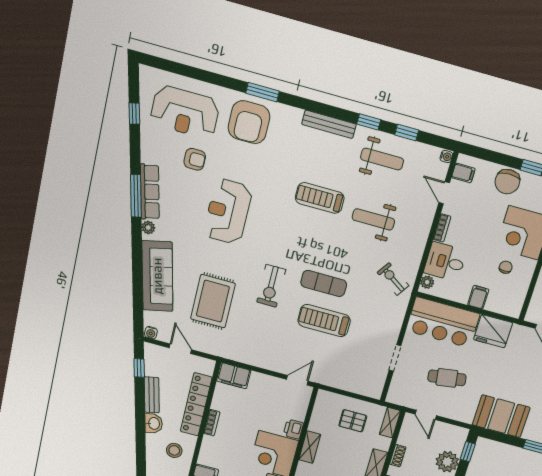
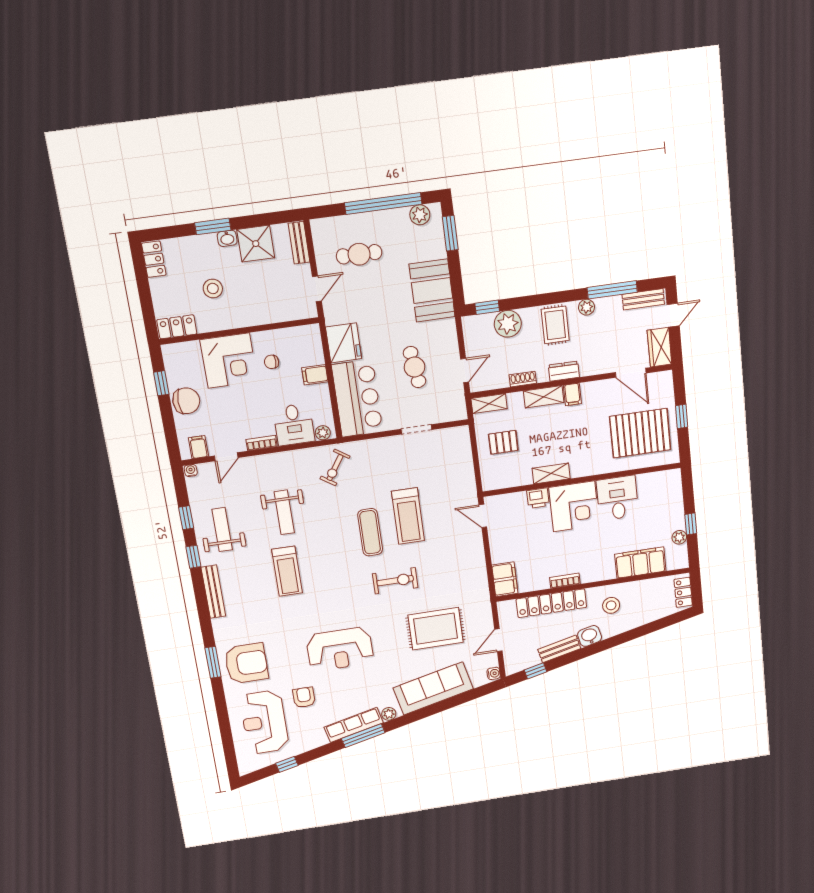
reception desk: (185, 112) -> (264, 722), turned 180
pallet: (353, 421) -> (503, 442), turned 90

